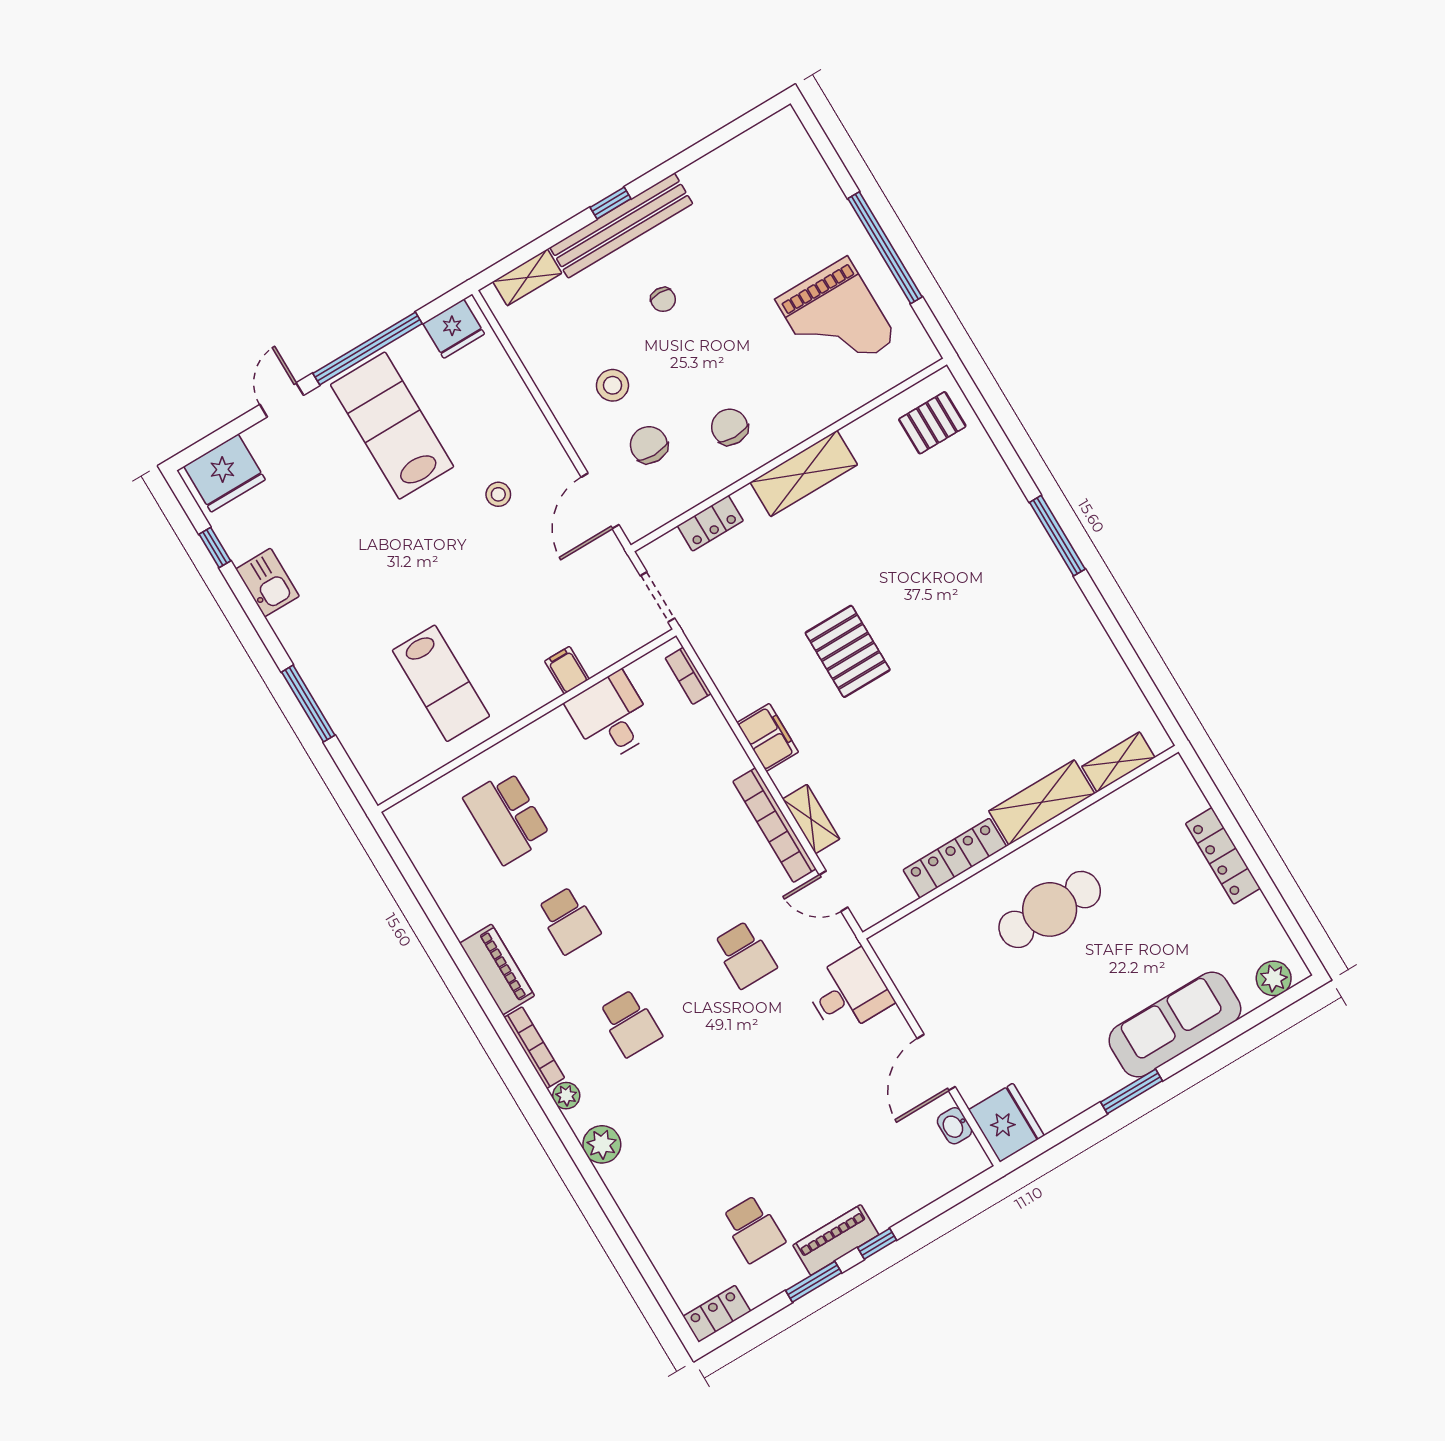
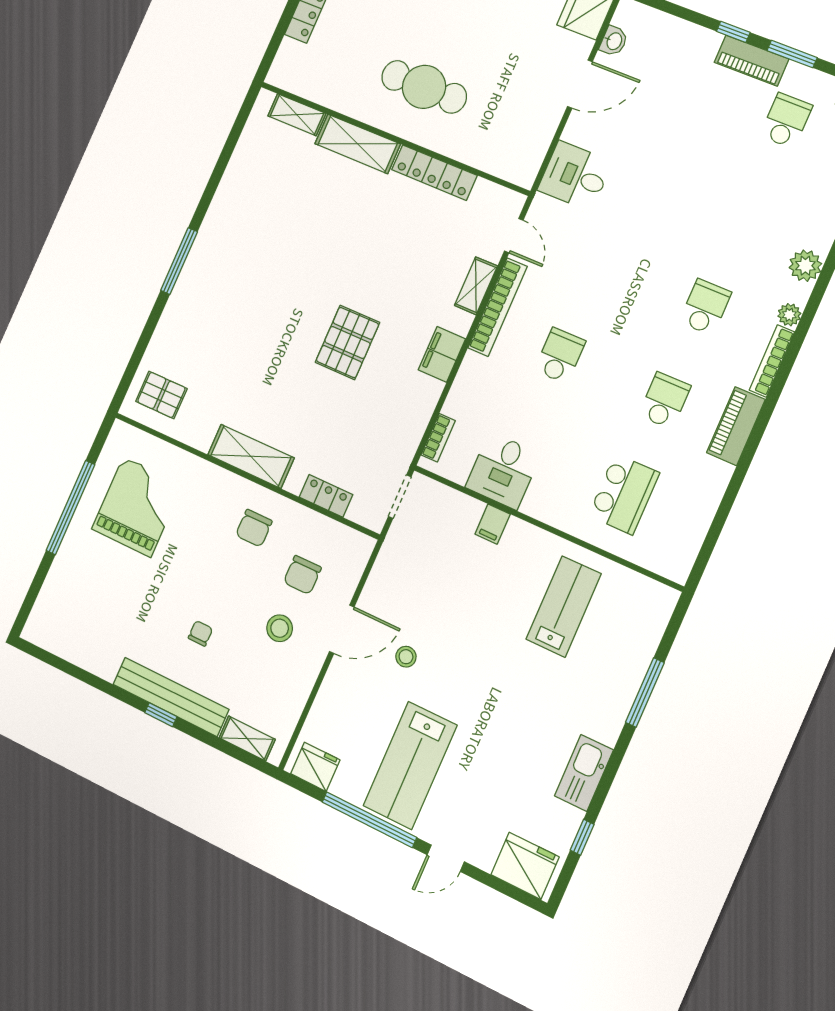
door: (600, 501) -> (342, 629), moved
kitchen sink: (267, 583) -> (584, 773), width x1.38
school desk: (745, 955) -> (560, 356), moved

